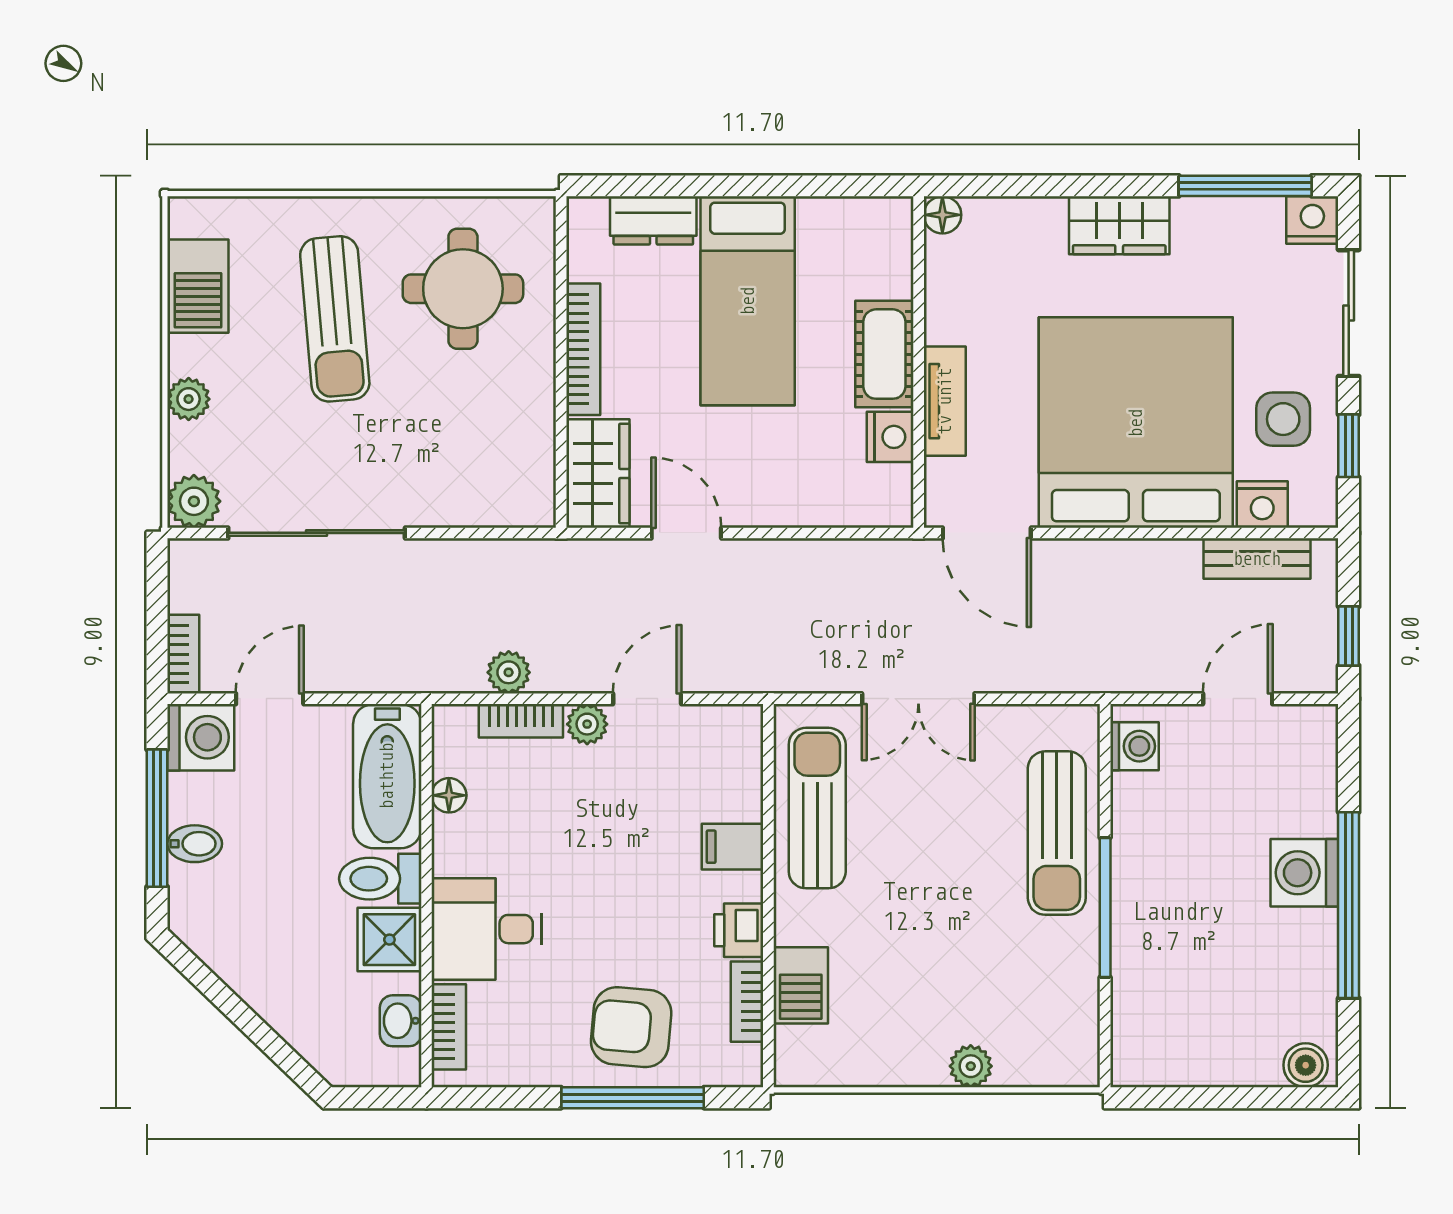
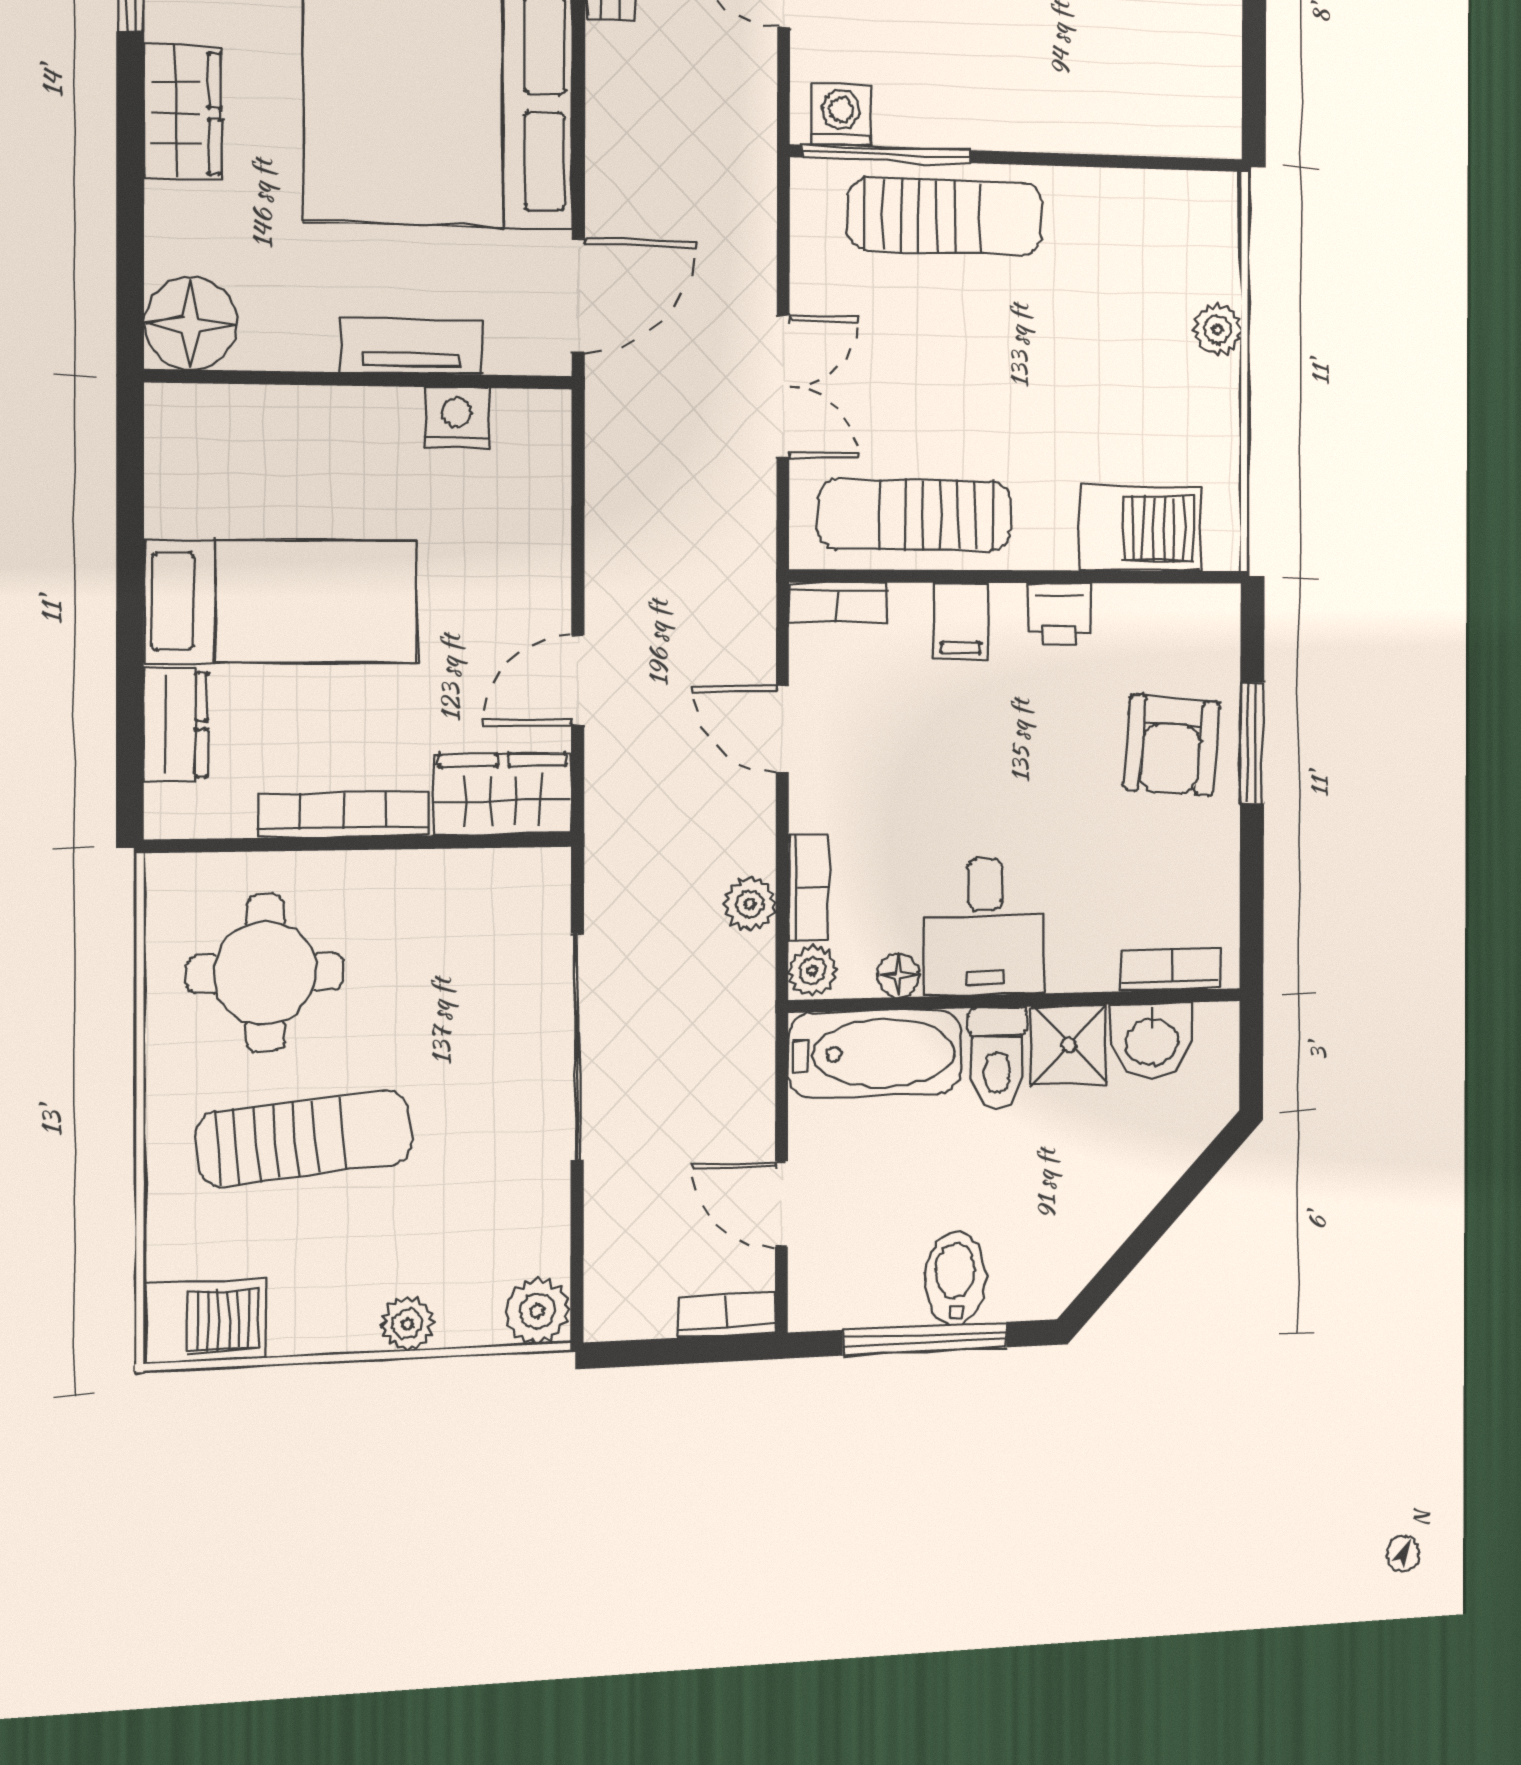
floor lamp: (942, 215) -> (191, 323), width x1.89, depth x1.89
barbecue: (198, 286) -> (205, 1321), moved
cot: (884, 354) -> (351, 424), removed
sliding door: (317, 533) -> (577, 1047), moved
plant: (587, 724) -> (813, 971), moved
washing machine: (201, 737) -> (828, 1289), removed
bidet: (195, 844) -> (956, 1278), width x1.38, depth x1.36
window: (1105, 907) -> (887, 154), moved
desk: (487, 929) -> (985, 927), moved
barbecue: (801, 985) -> (1140, 528), width x1.38, depth x1.27
bookcase: (747, 1002) -> (838, 603), moved
washbasin: (401, 1021) -> (1152, 1040), width x1.38, depth x1.45
window: (633, 1098) -> (1252, 743), width x0.69

